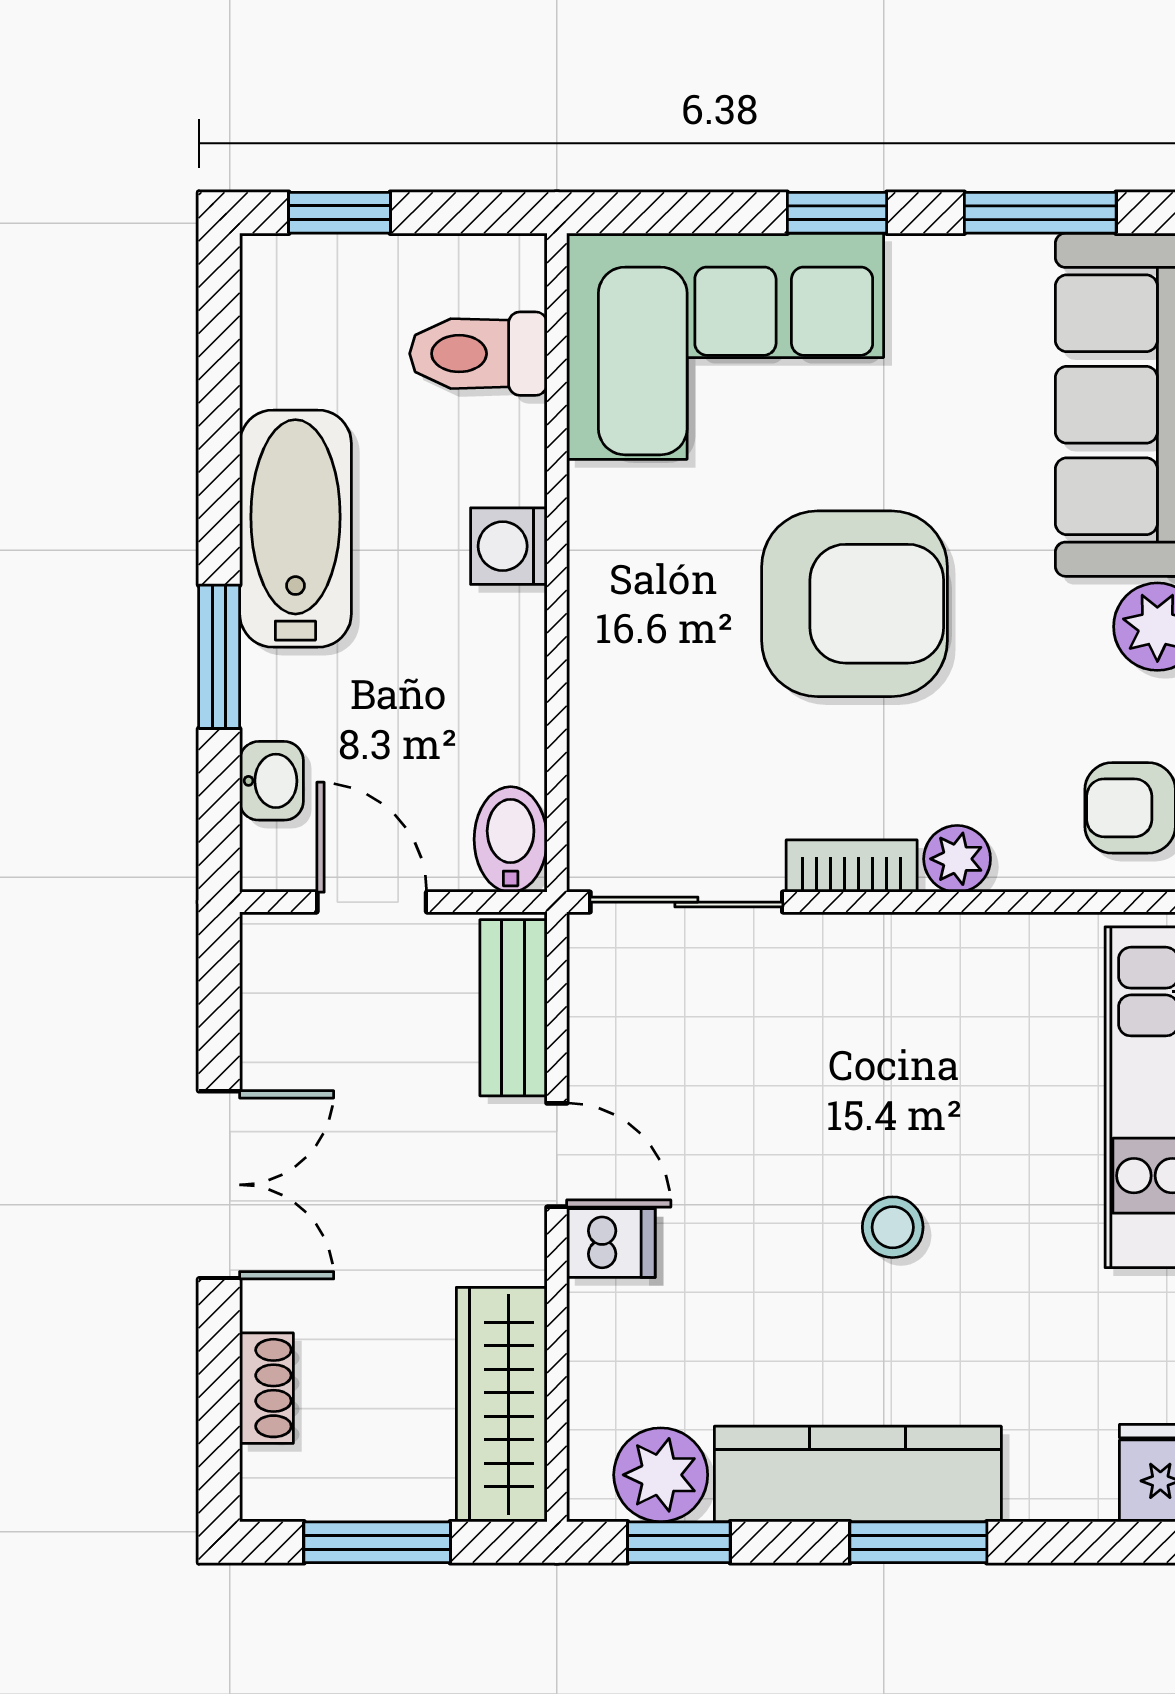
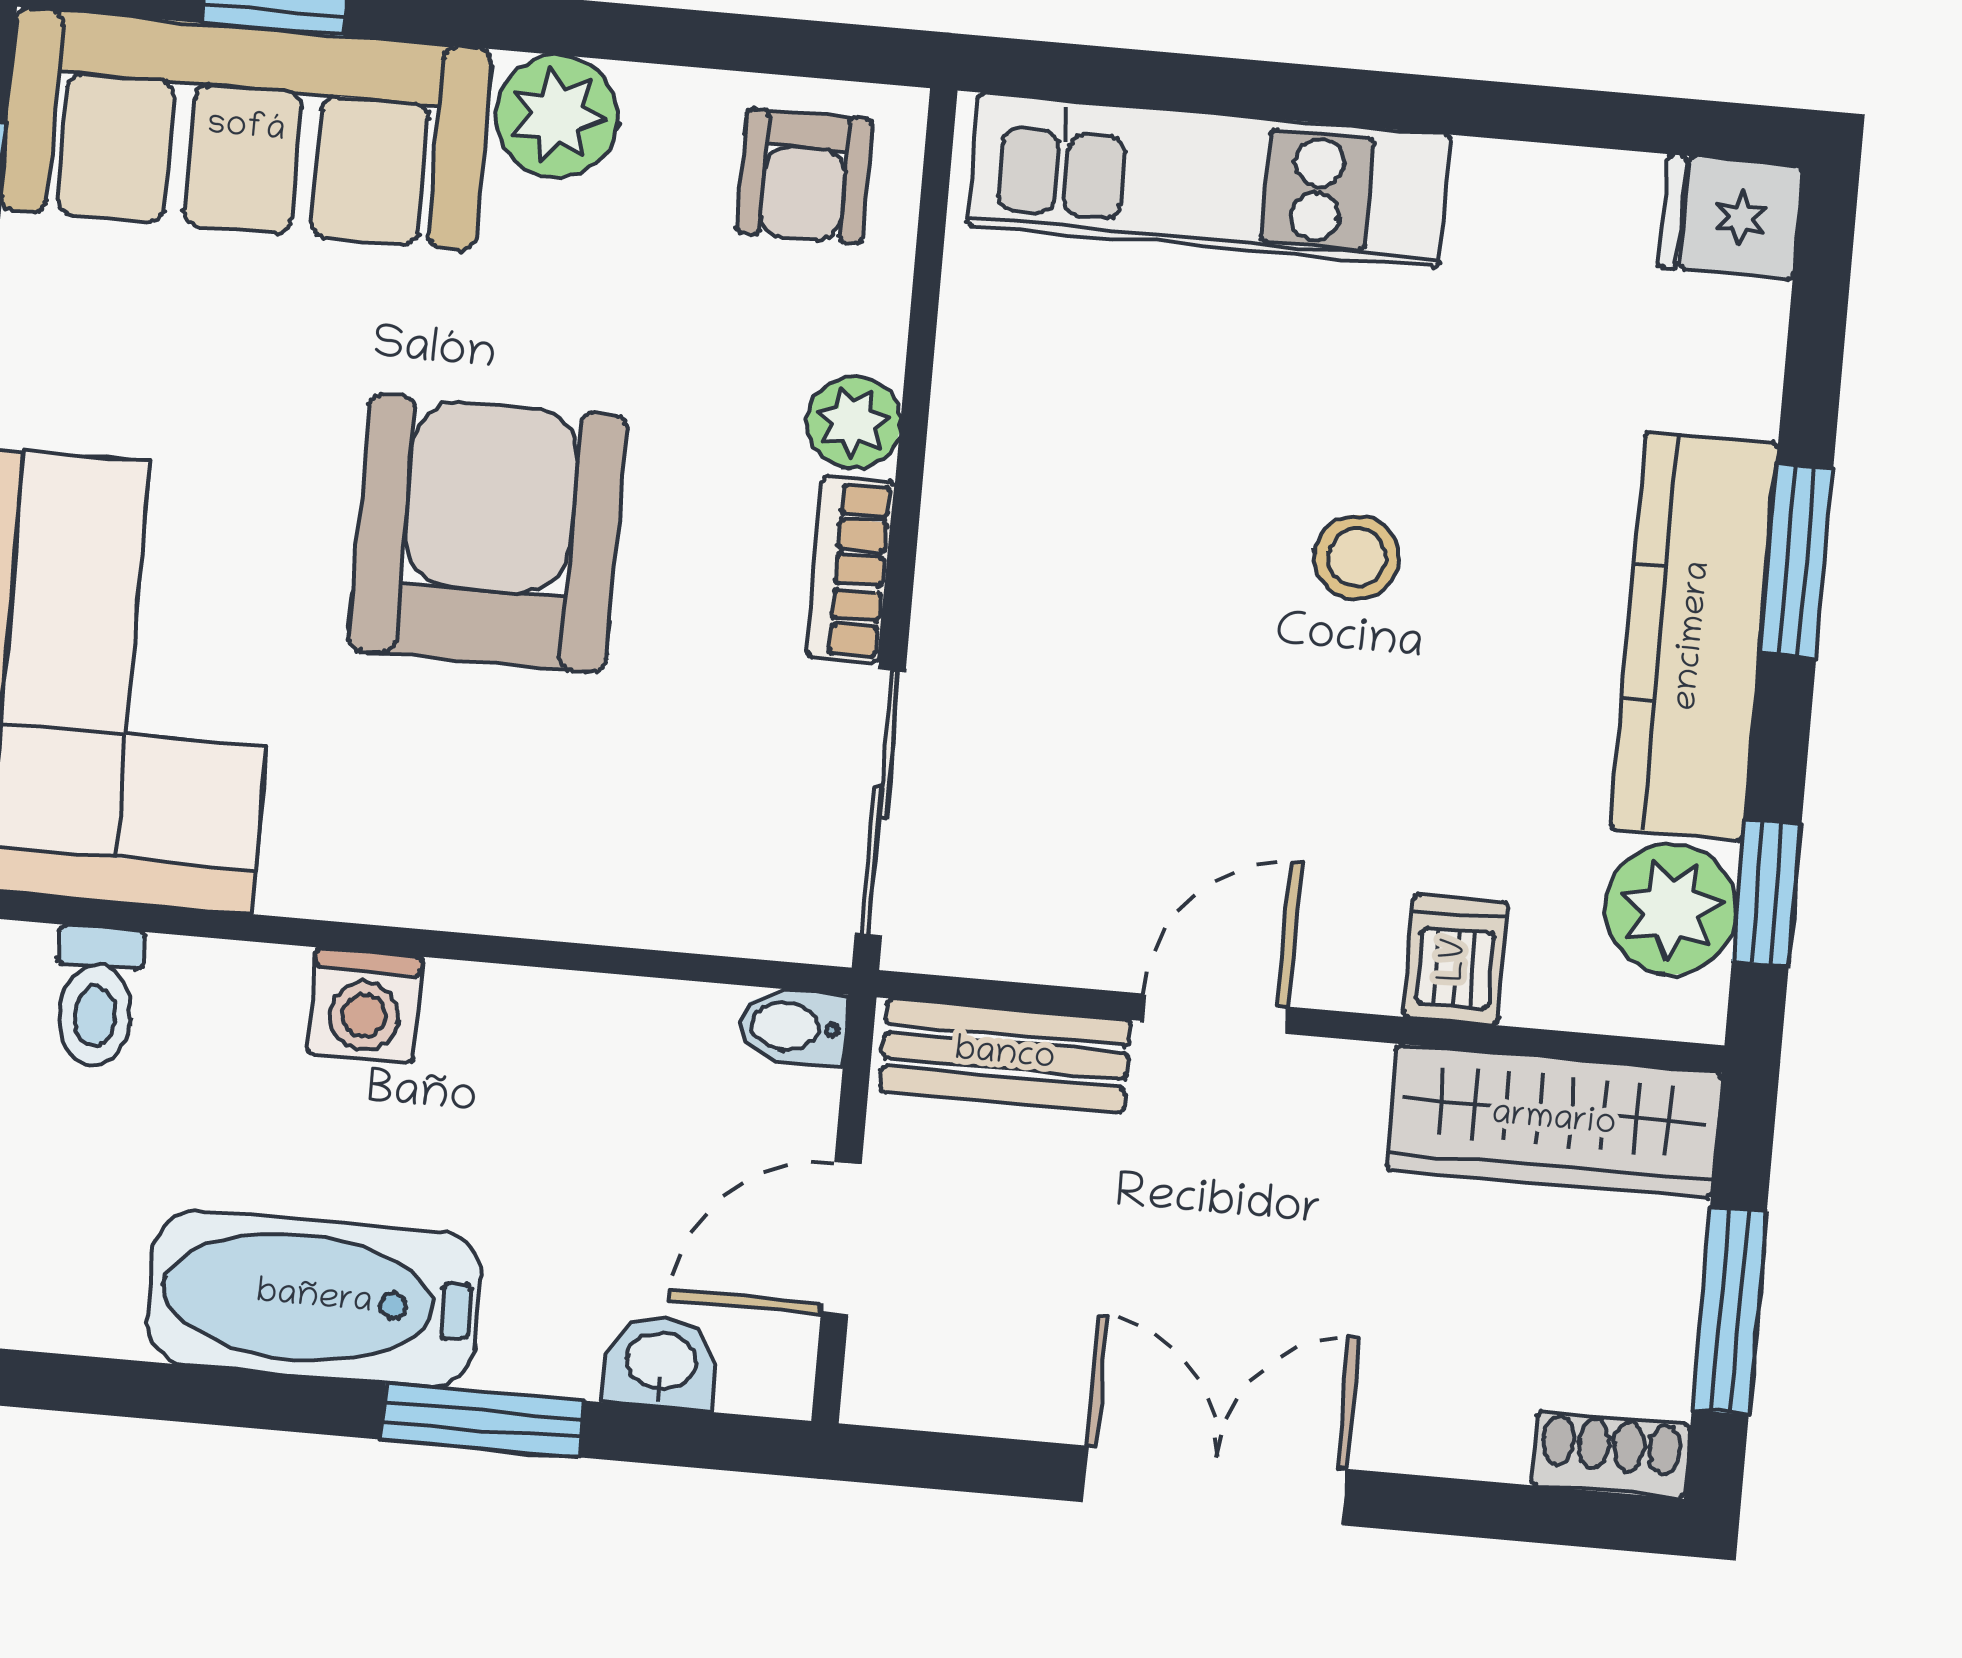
toilet: (478, 354) -> (97, 997), width x0.73, depth x0.72
bidet: (511, 839) -> (792, 1027), width x0.72, depth x0.74
dishwasher: (611, 1243) -> (1456, 960), moved
shoe rack: (266, 1388) -> (1611, 1455), moved

